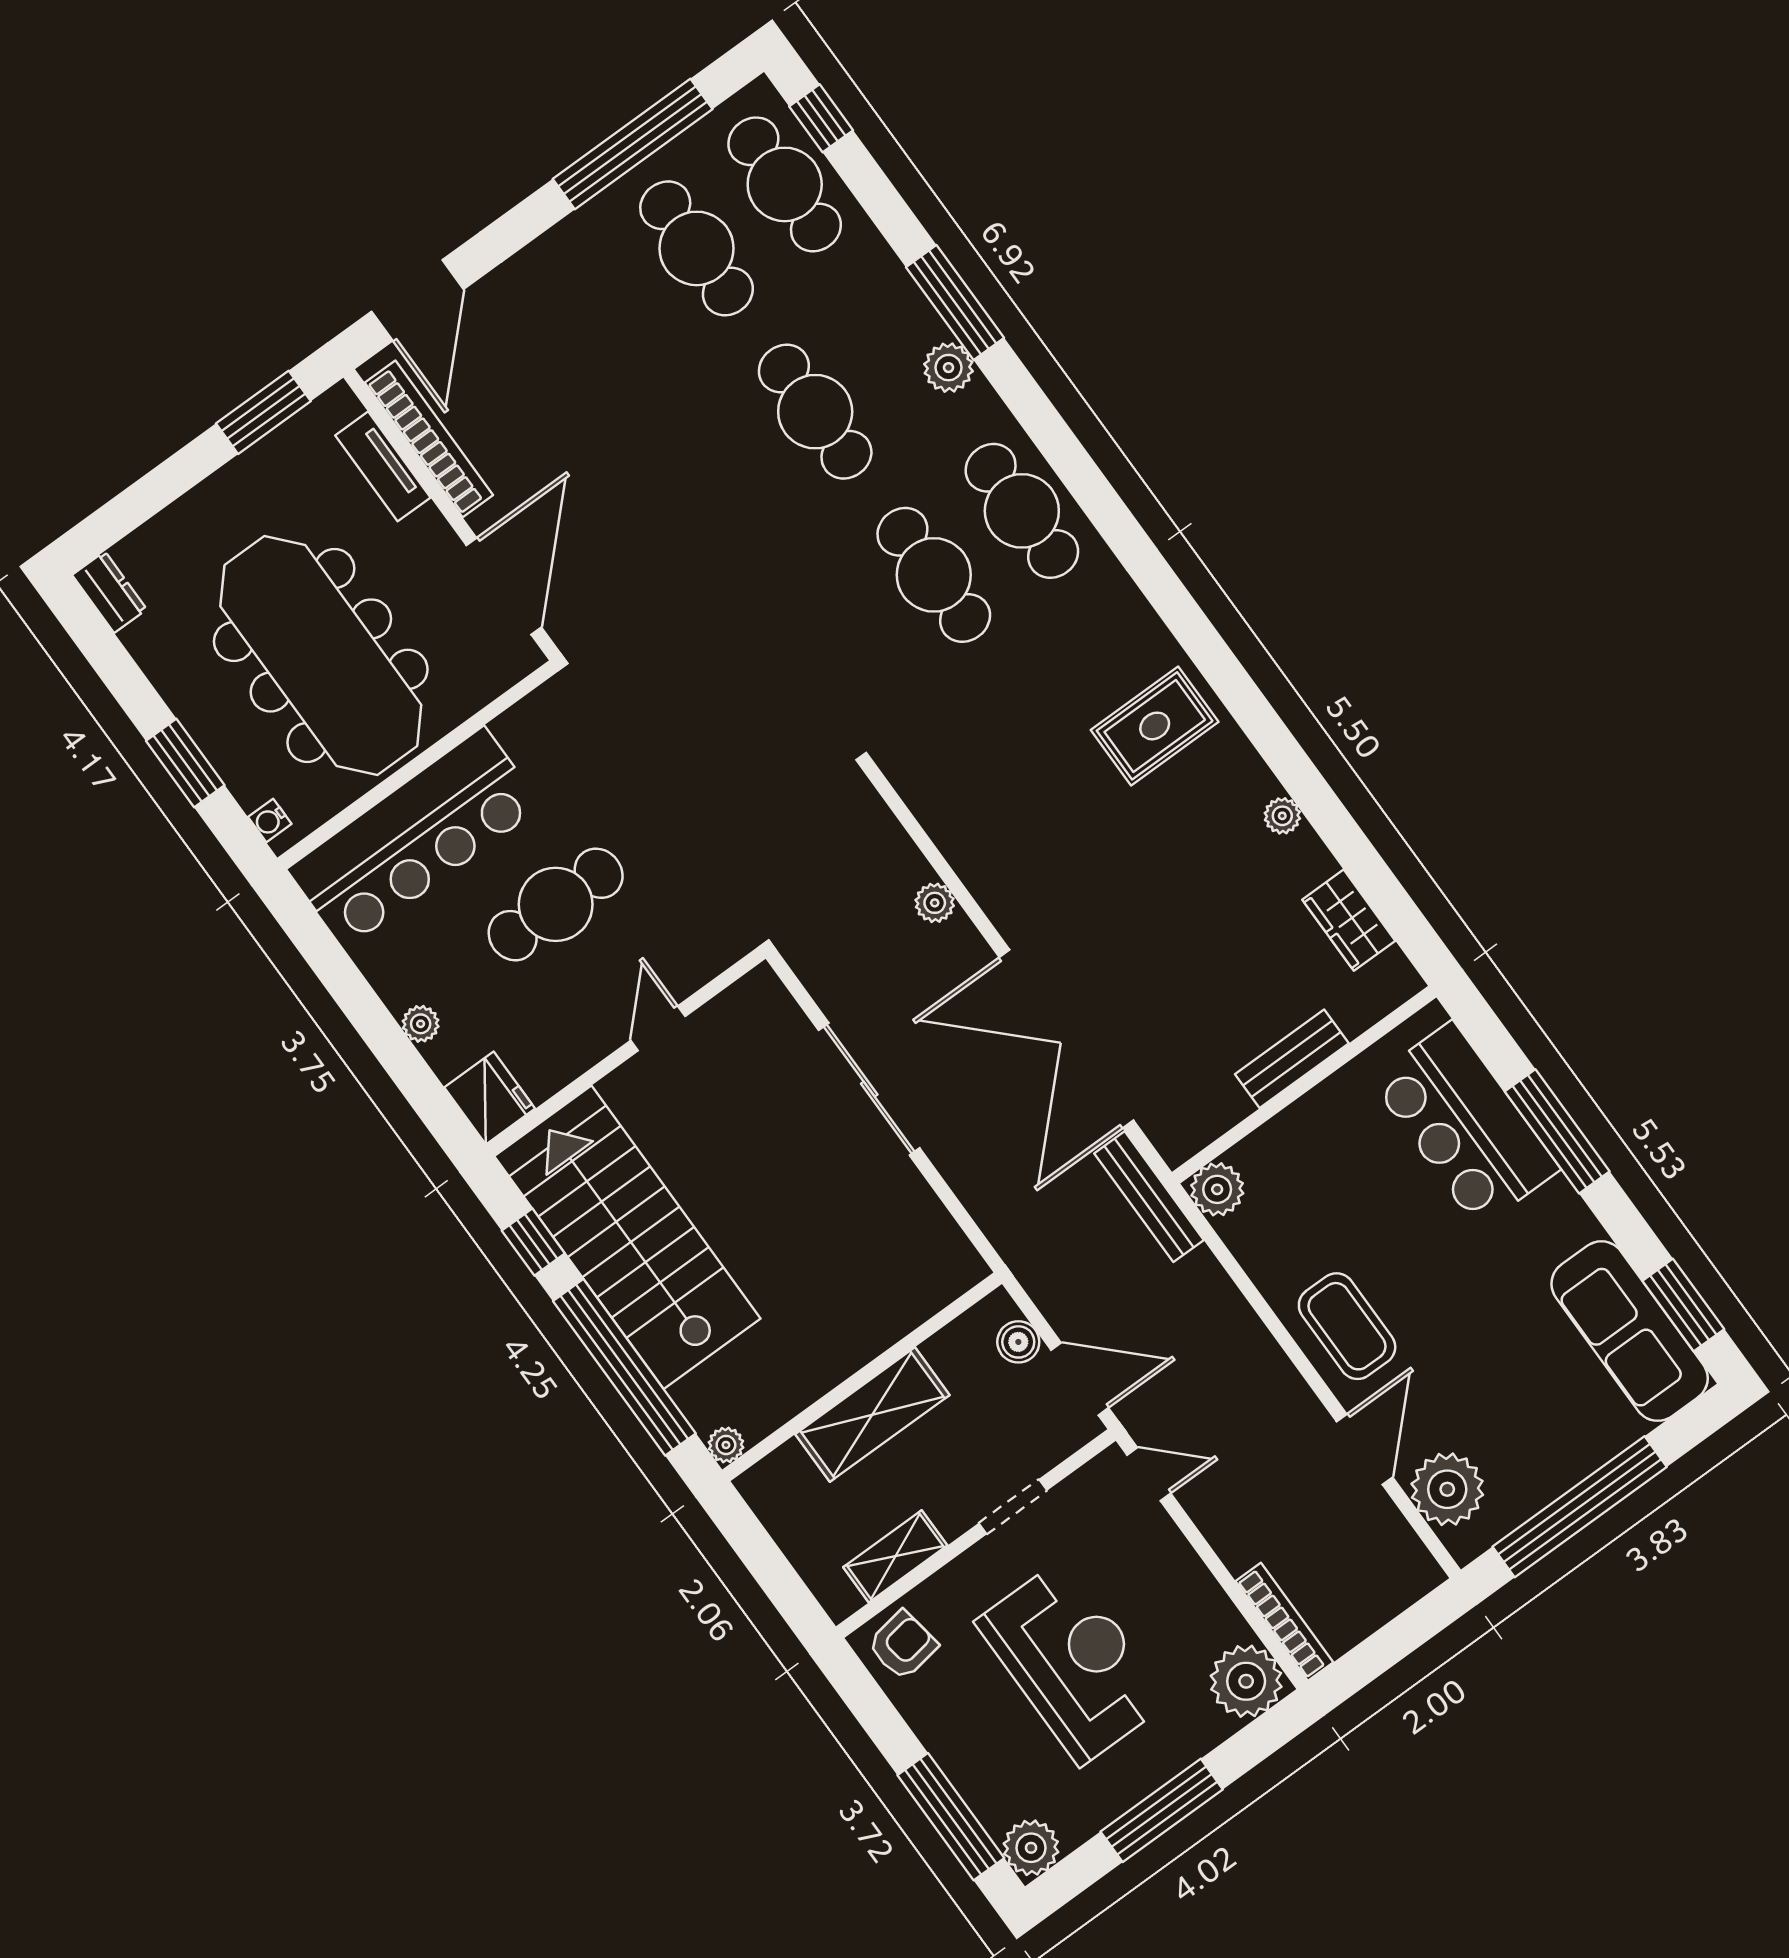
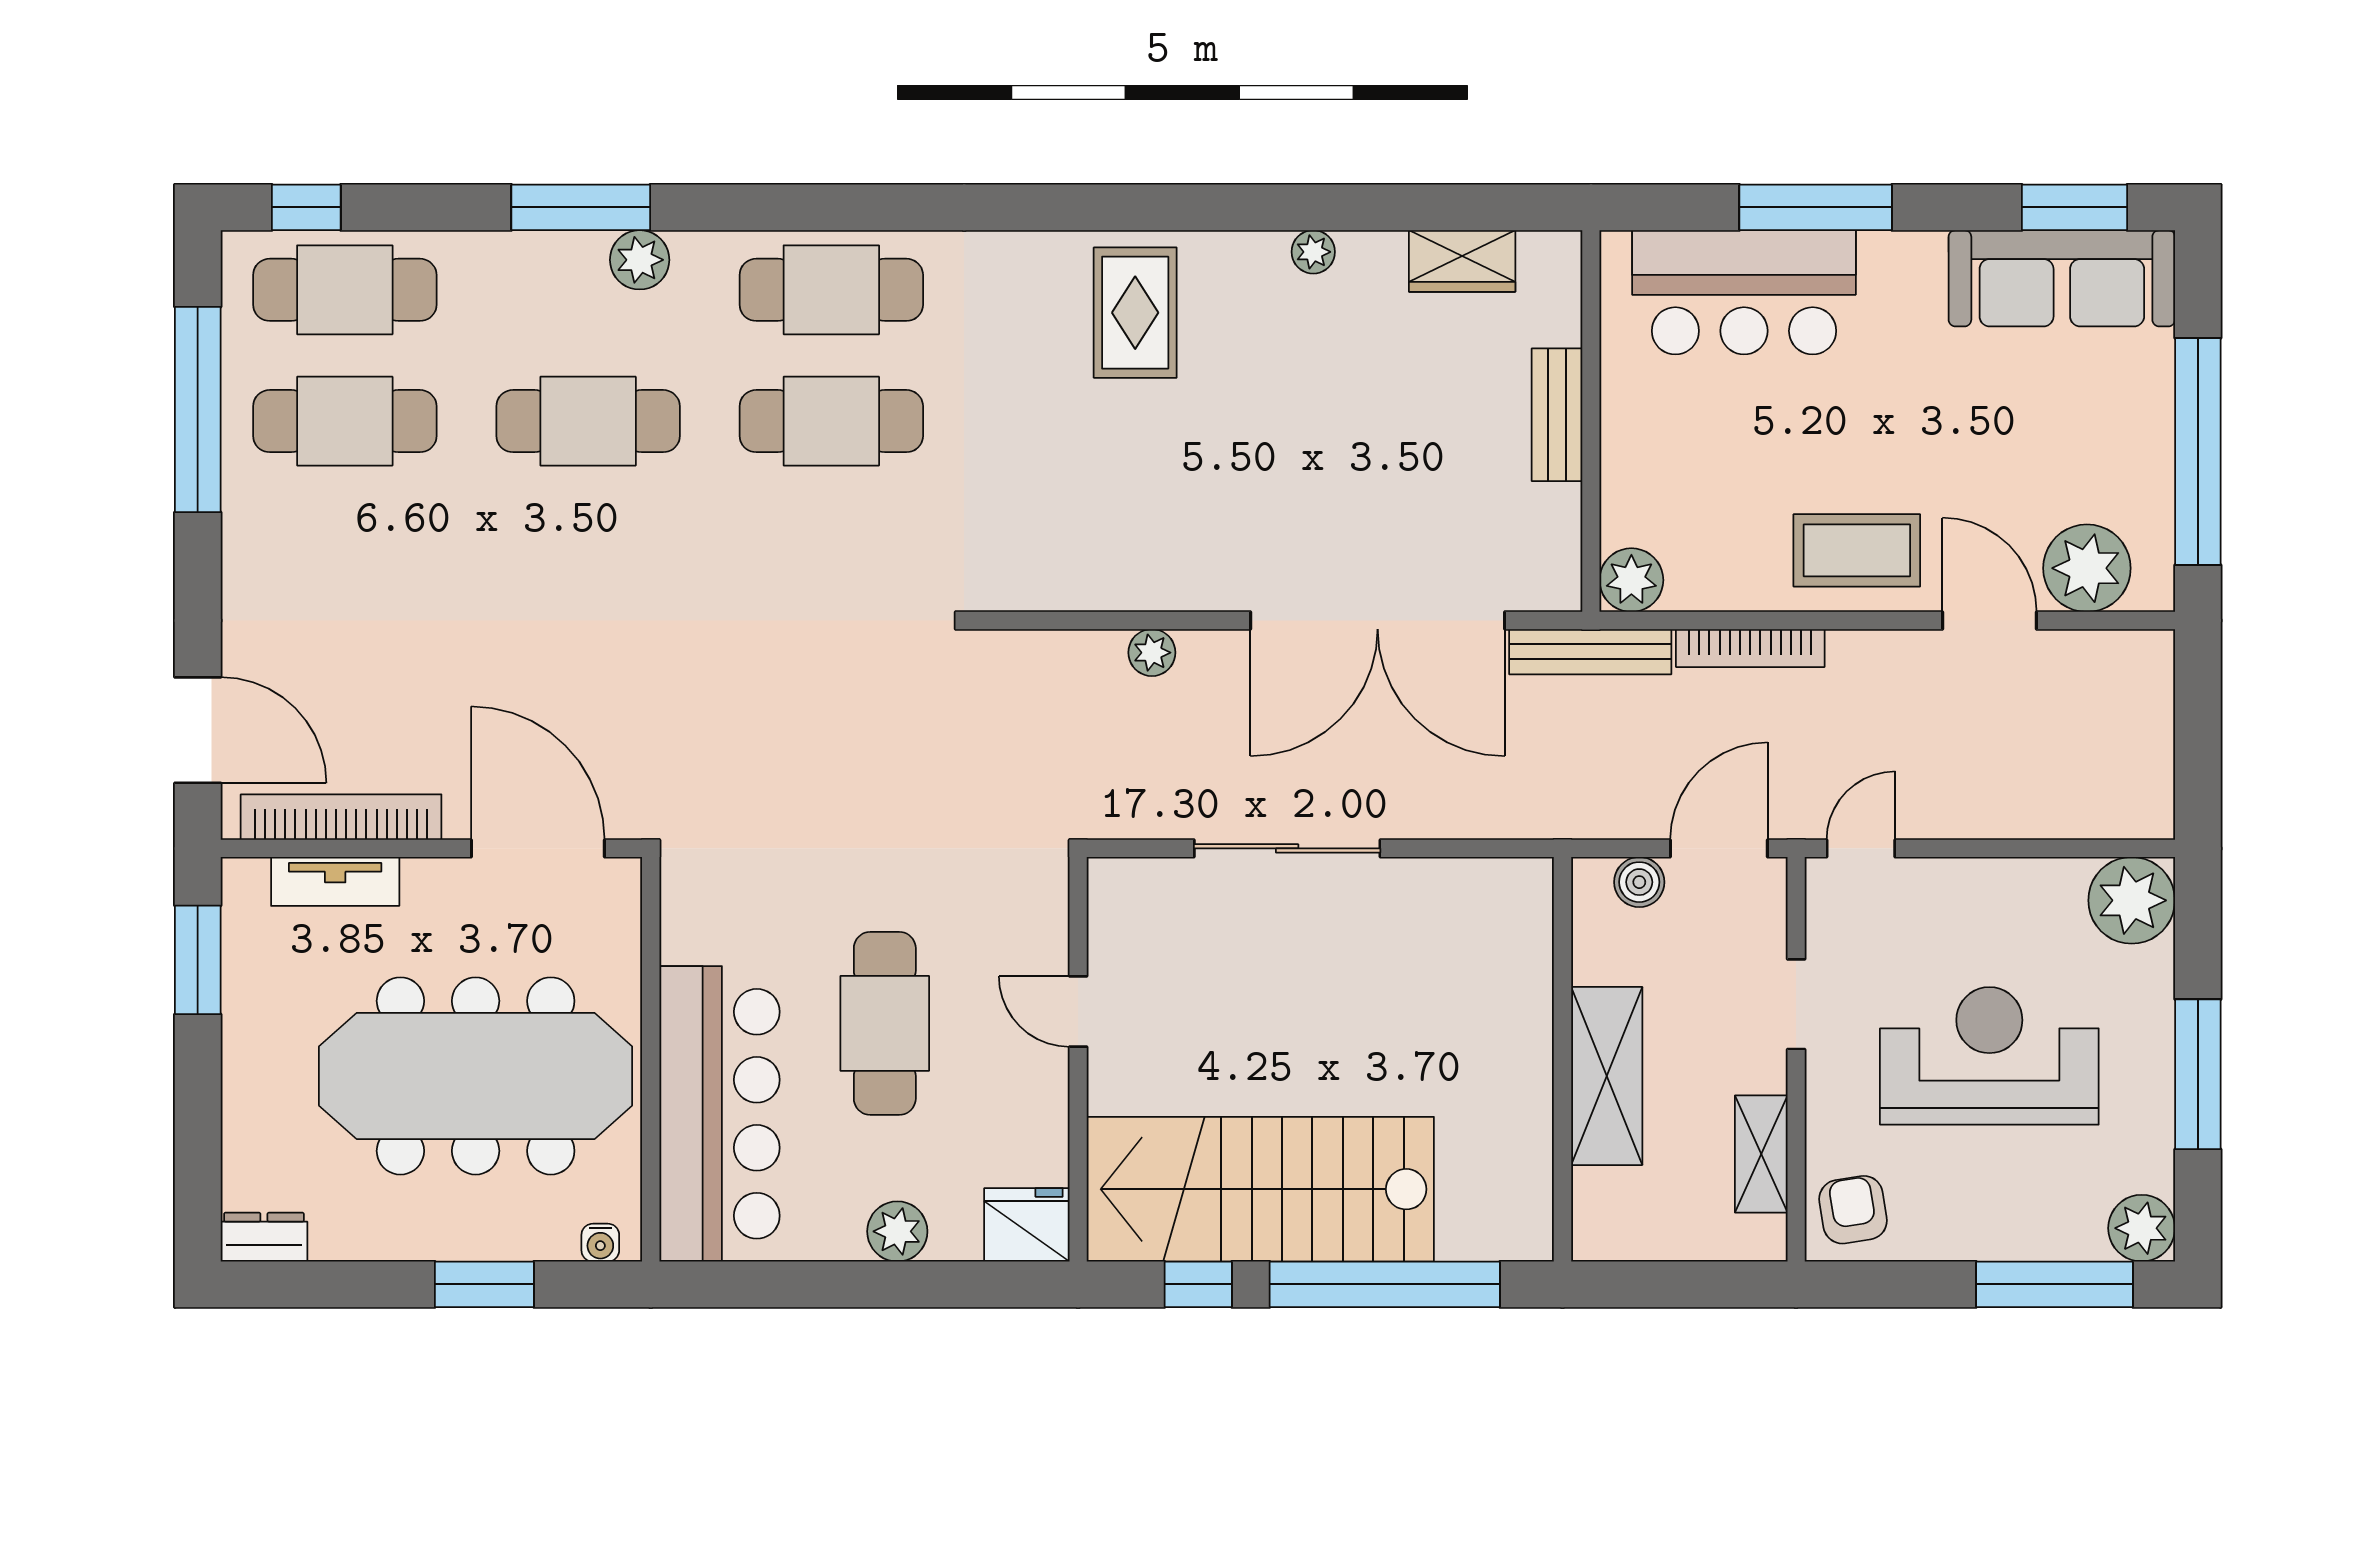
plant: (421, 1024) -> (897, 1231), width x1.38, depth x1.38
plant: (726, 1445) -> (1533, 1240), removed
bookcase: (1284, 1622) -> (1750, 648), moved, turned 180

